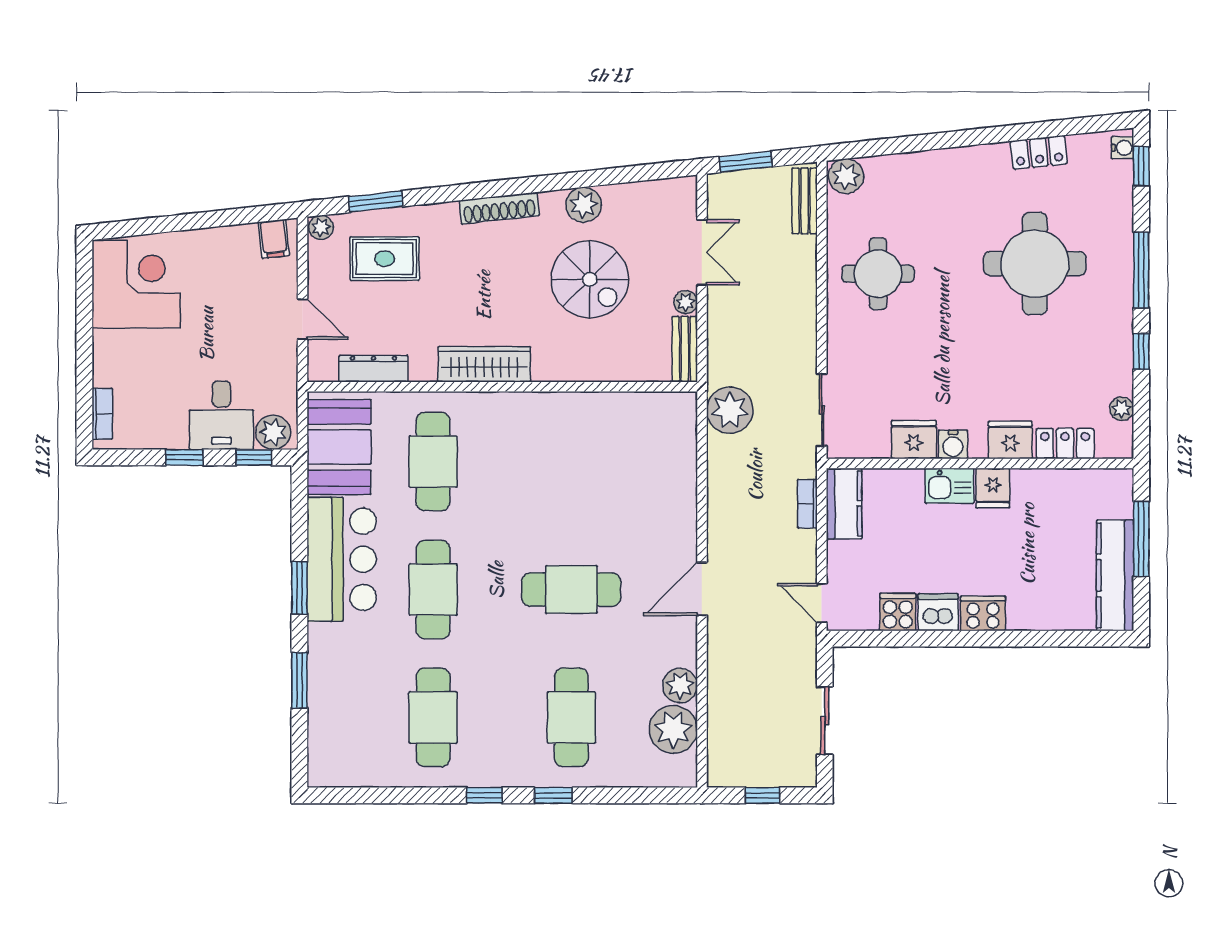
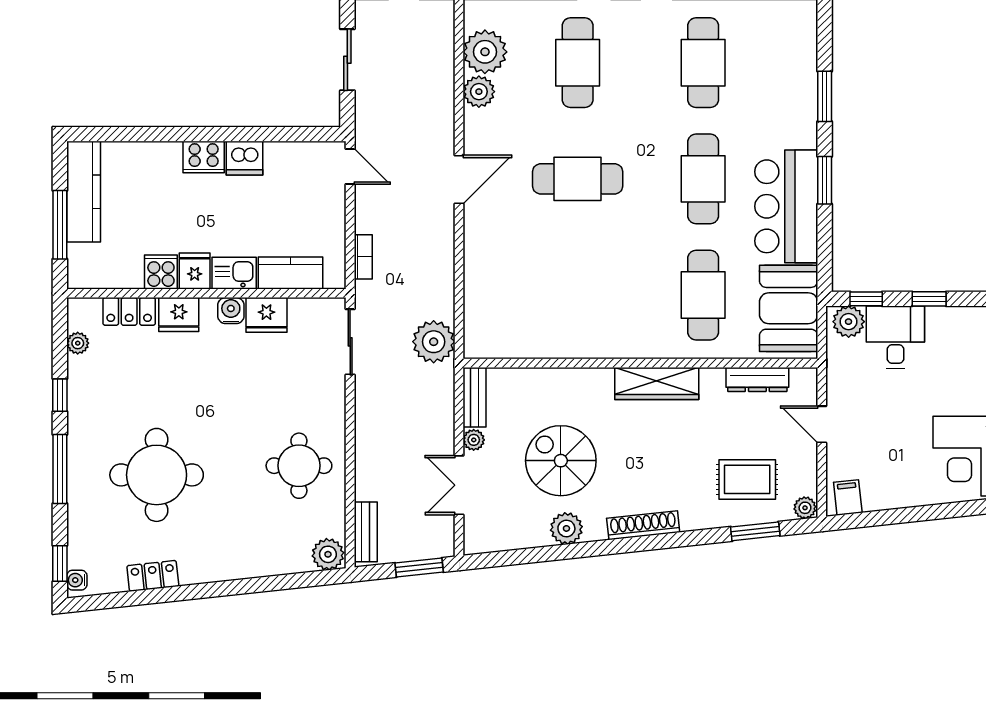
kitchen counter: (844, 503) -> (291, 273), moved, turned 90
cooker: (898, 612) -> (161, 272), moved, turned 180

